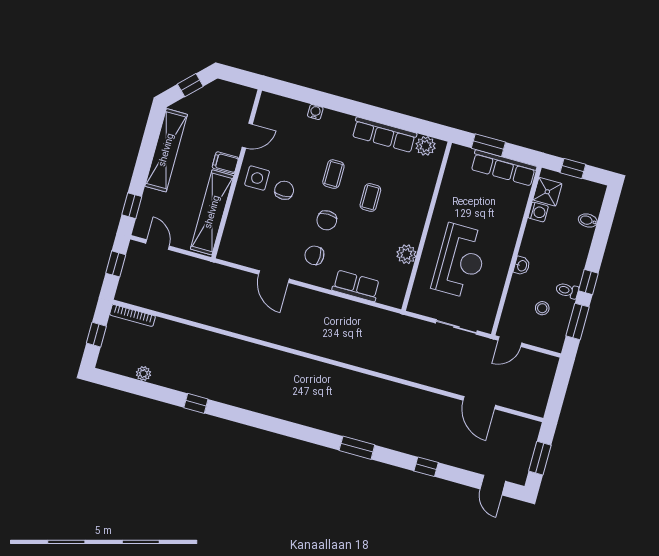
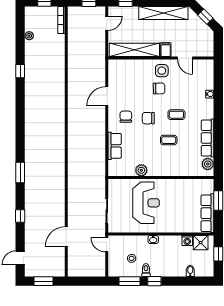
reception desk: (460, 261) -> (146, 203), turned -90

